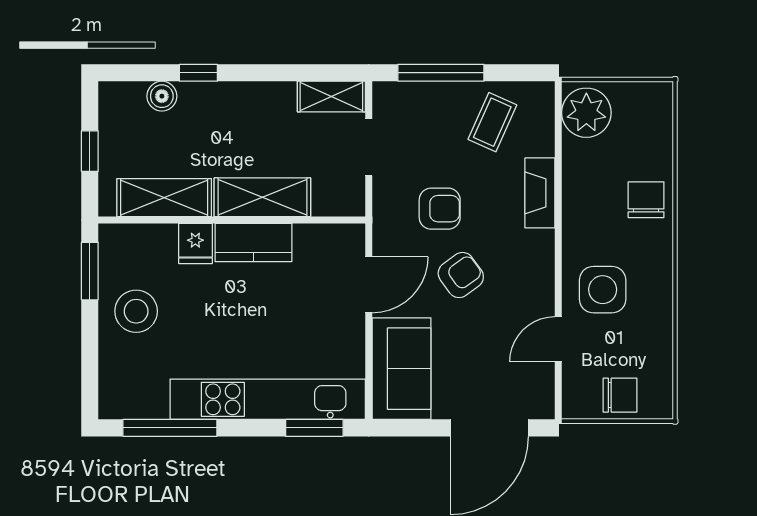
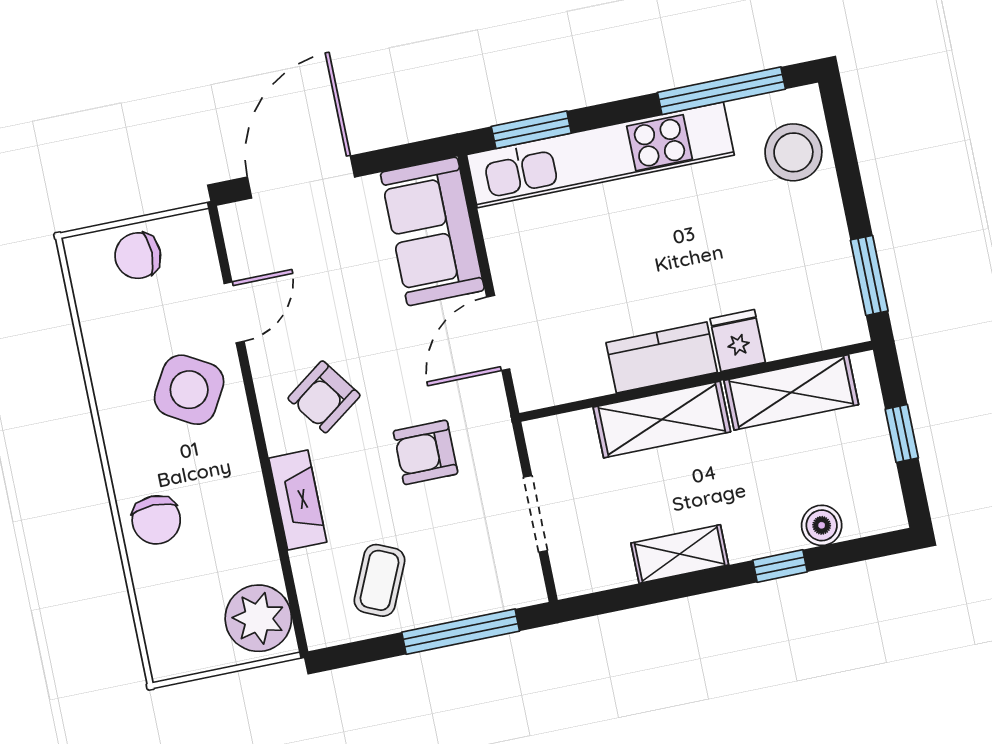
shelving: (331, 96) -> (680, 554), moved
armchair: (461, 275) -> (324, 397), moved
side table: (603, 290) -> (189, 390), turned 30
stool: (136, 311) -> (793, 152), moved

